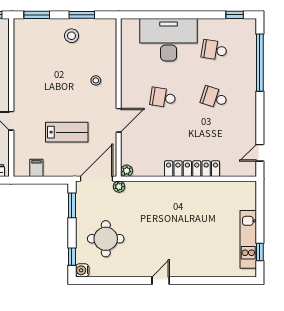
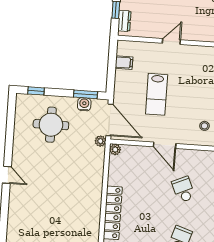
school desk: (163, 98) -> (183, 189), turned -33
water cooler: (82, 270) -> (84, 104), moved

